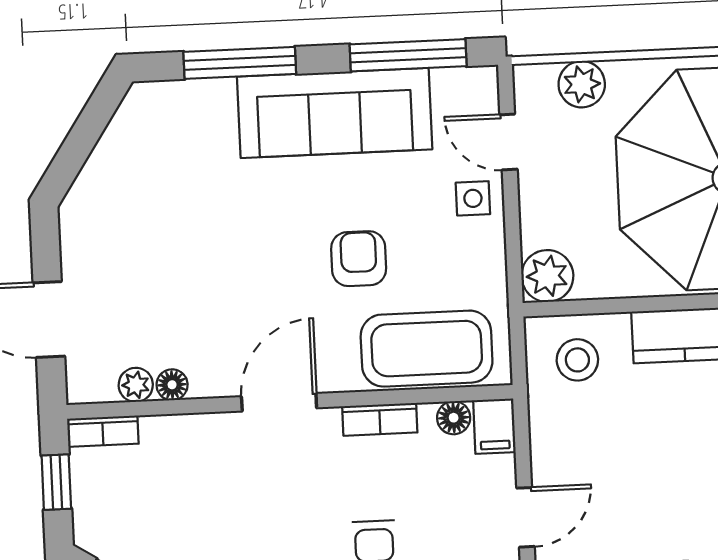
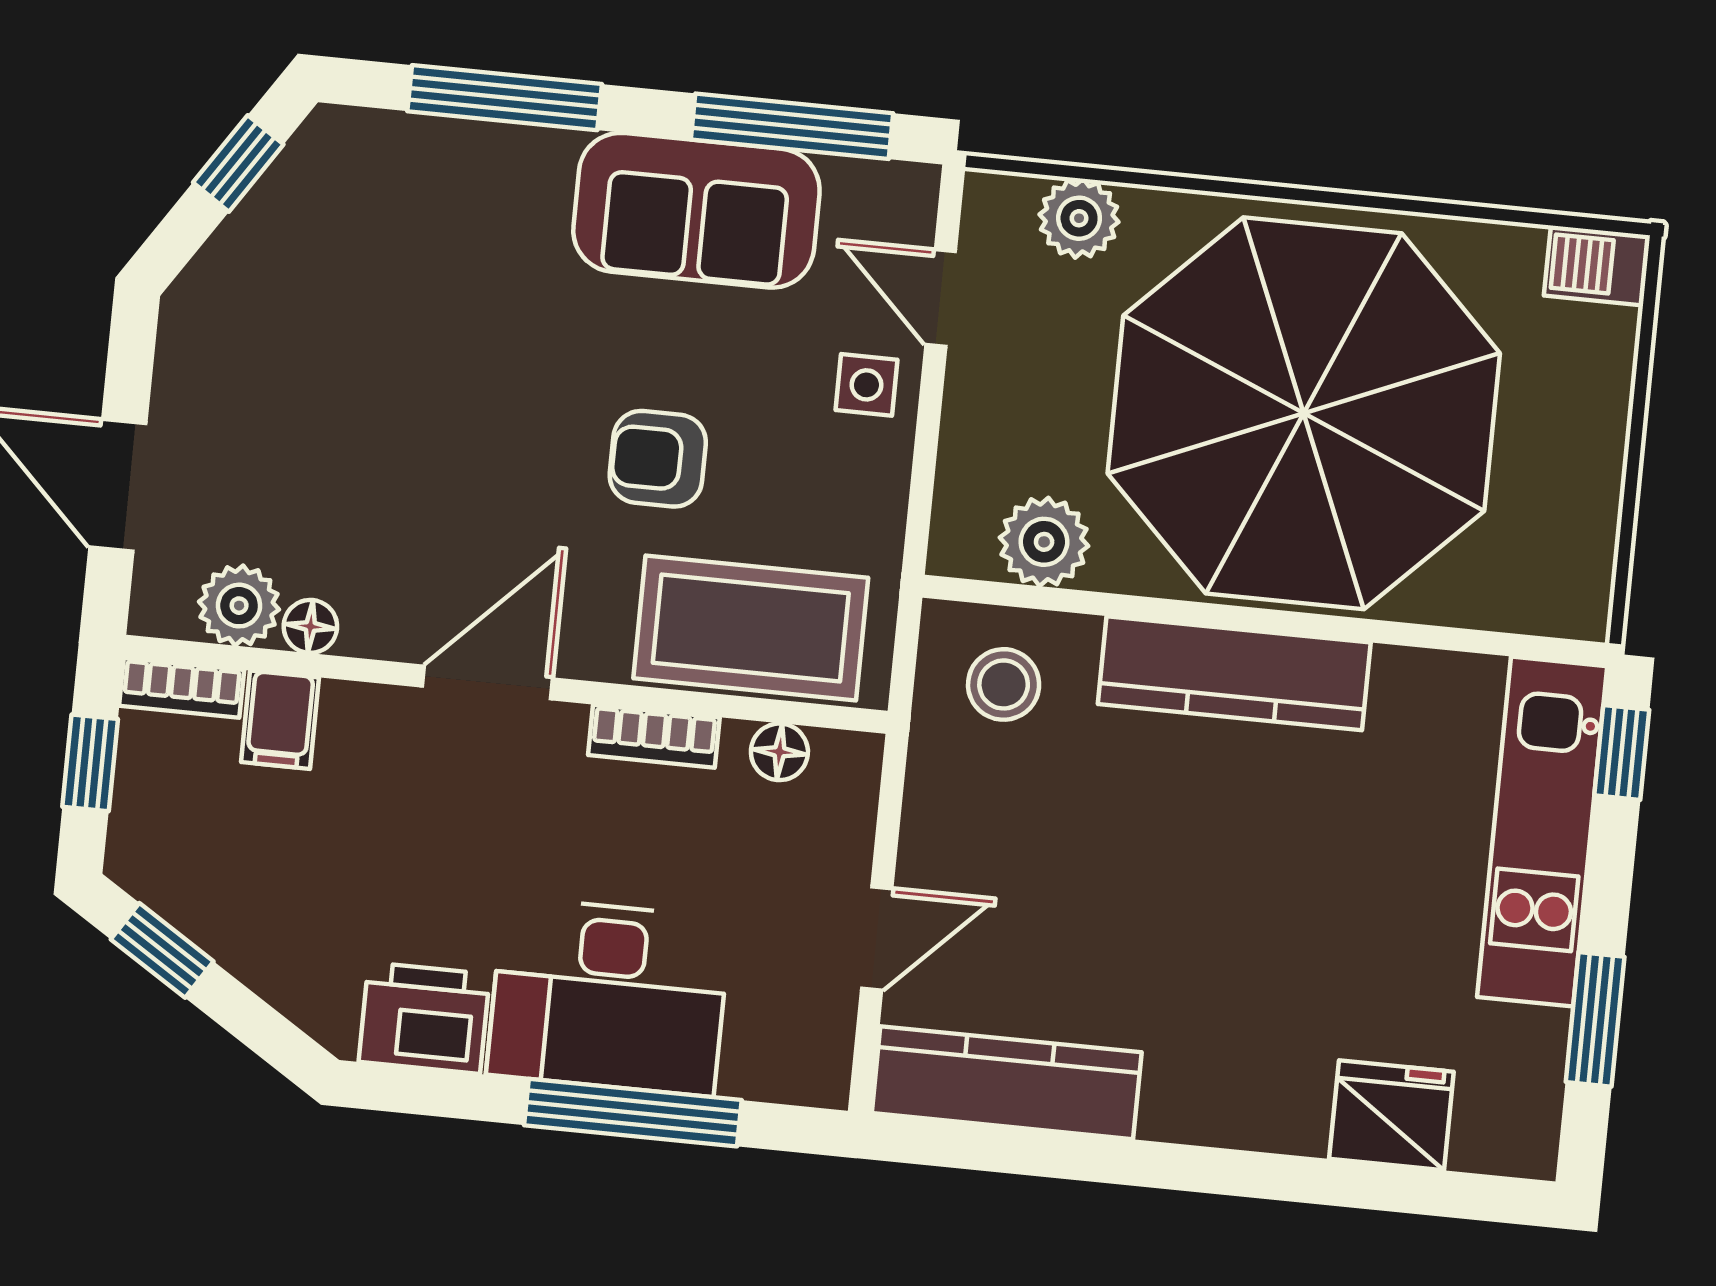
sofa: (335, 113) -> (696, 210), width x0.73
window: (91, 123) -> (238, 163), added
armchair: (359, 259) -> (658, 459), turned -90
plant: (547, 276) -> (1044, 542), moved
plant: (136, 385) -> (239, 606), width x1.38, depth x1.38
filing cabinet: (494, 426) -> (280, 720), moved

